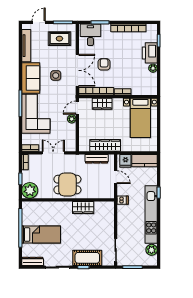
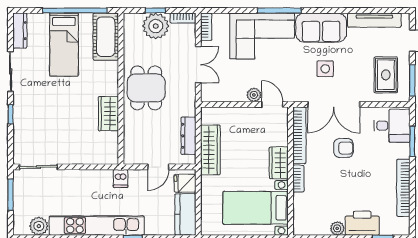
wardrobe: (102, 104) -> (279, 163), moved
plant: (30, 190) -> (156, 26), moved
cot: (87, 258) -> (106, 37), moved

